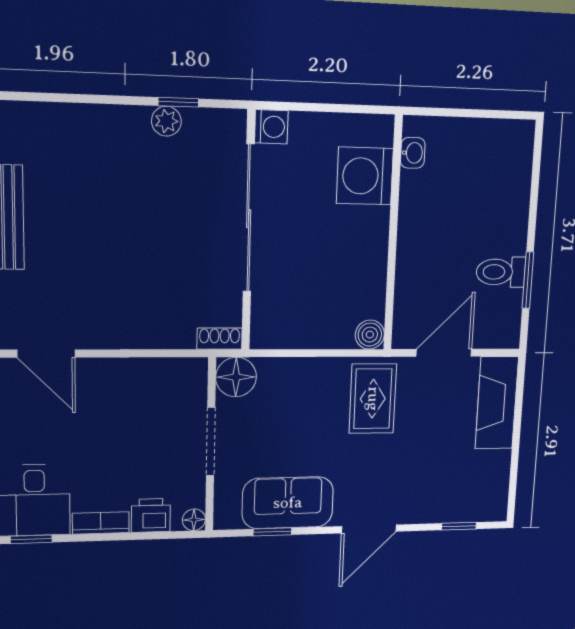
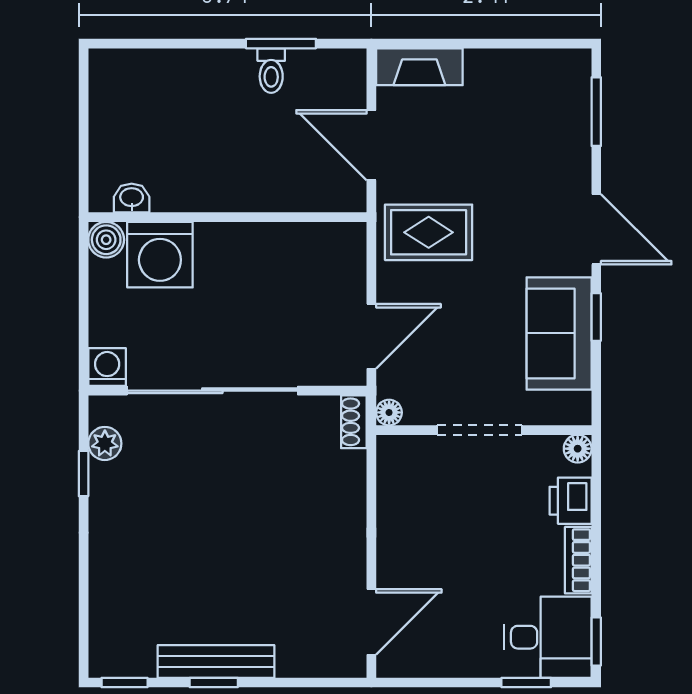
plant: (166, 121) -> (105, 443), moved
toilet: (501, 272) -> (271, 71), width x0.73, depth x0.72
boiler: (370, 335) -> (106, 240), moved
door: (290, 353) -> (371, 336), added
floor lamp: (236, 377) -> (389, 412), width x0.53, depth x0.53
fireplace: (497, 403) -> (419, 67), width x0.73, depth x0.76
window: (459, 526) -> (596, 112), width x1.50
window: (272, 532) -> (596, 317), moved

